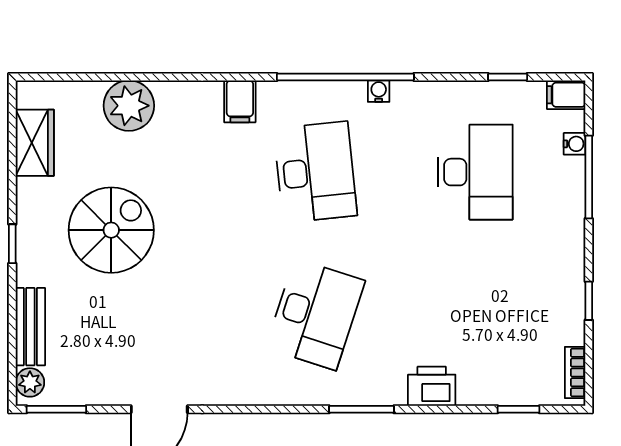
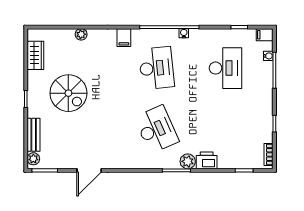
plant: (129, 106) -> (81, 34), width x0.53, depth x0.53
spiral stairs: (111, 230) -> (68, 93), turned 90
desk: (315, 314) -> (156, 129), turned -42
plant: (388, 388) -> (188, 161), added

